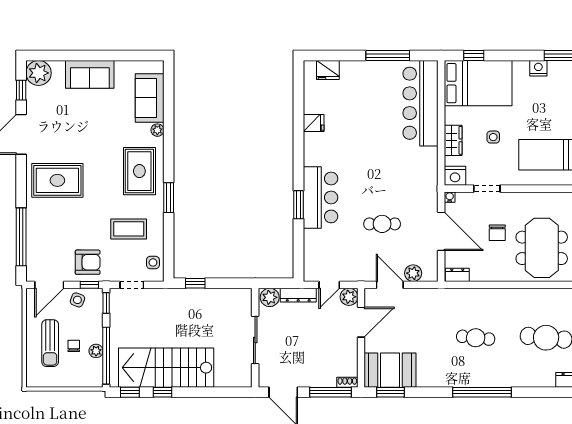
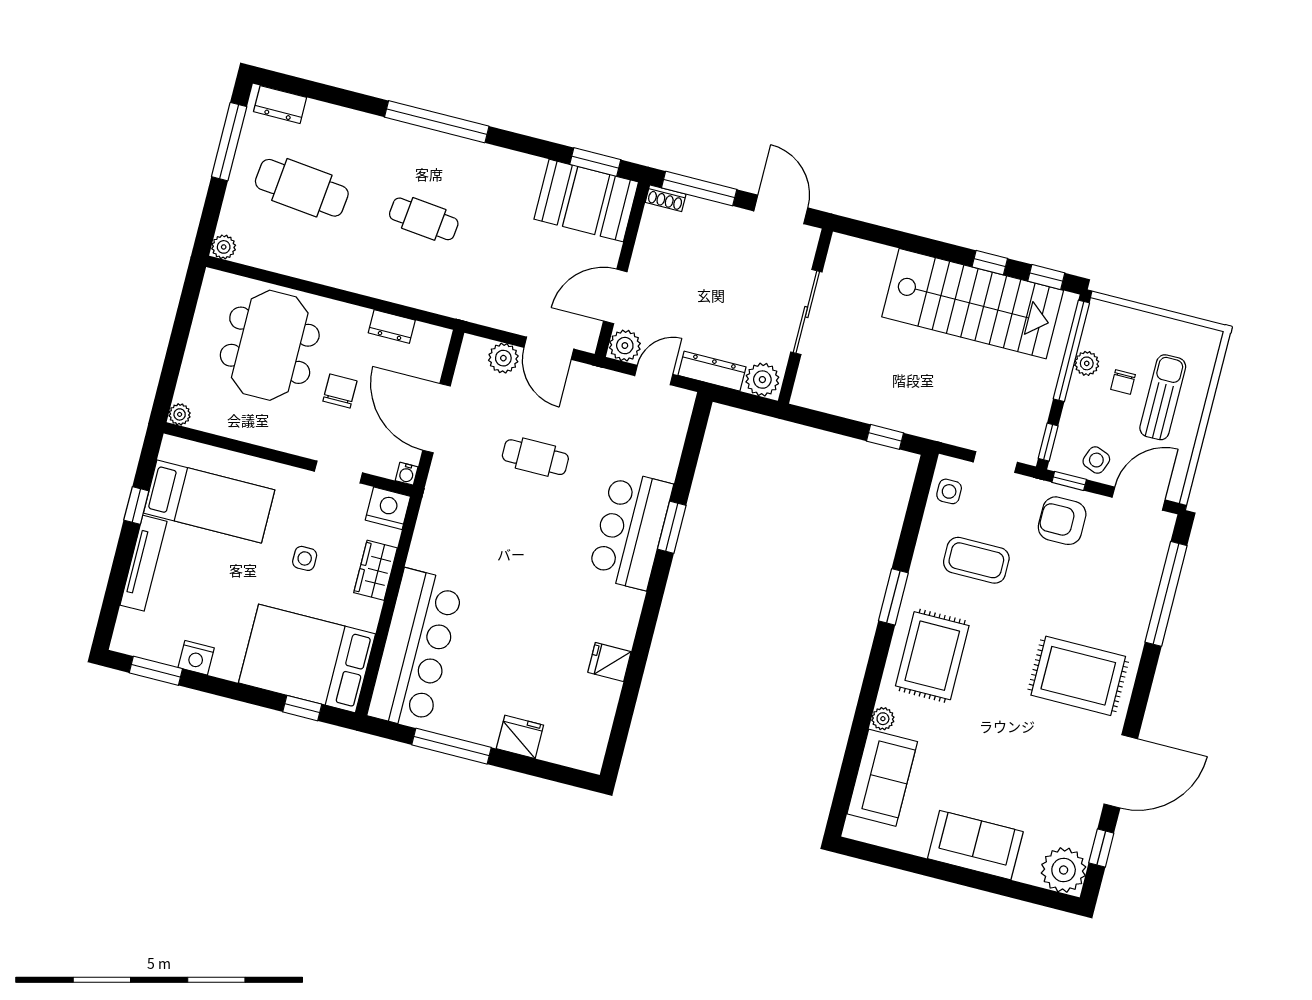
fridge: (328, 70) -> (520, 737), moved
dresser: (457, 275) -> (392, 327), moved

